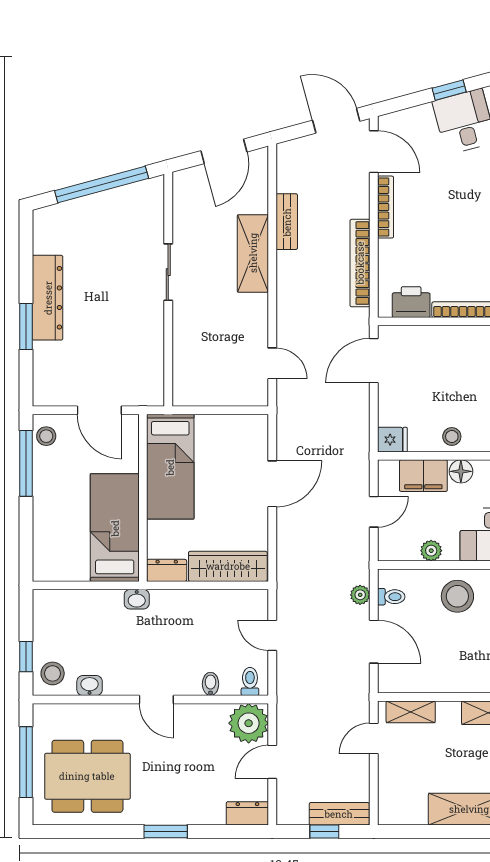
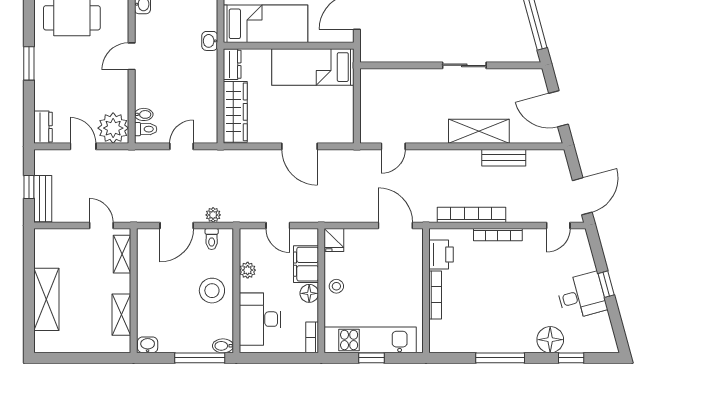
door: (374, 152) -> (558, 225), width x0.73
bookcase: (386, 207) -> (498, 235), moved
bidet: (211, 684) -> (144, 114), moved

